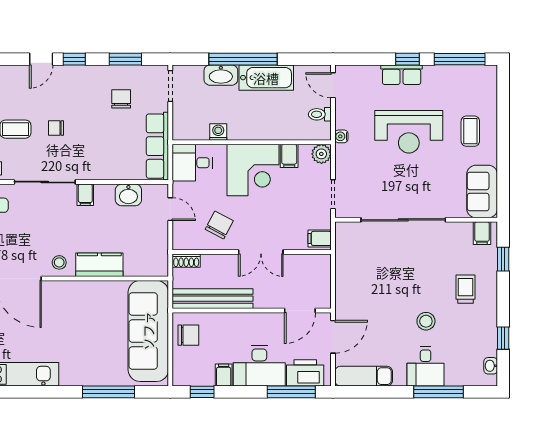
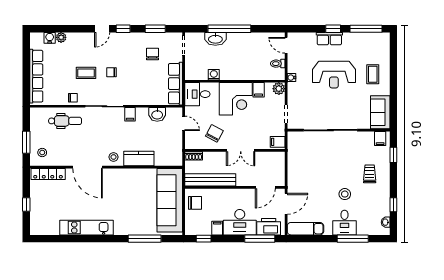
bathtub: (266, 78) -> (244, 40), removed

